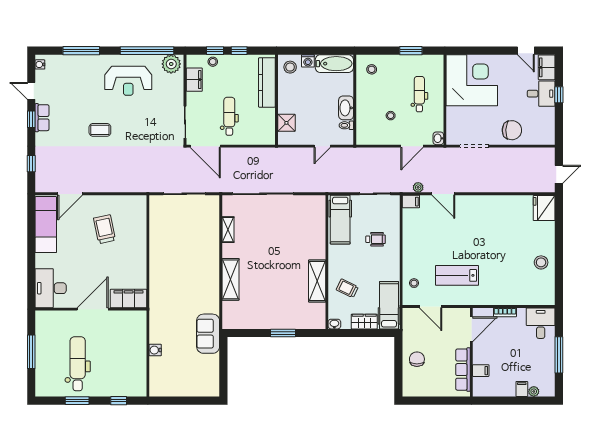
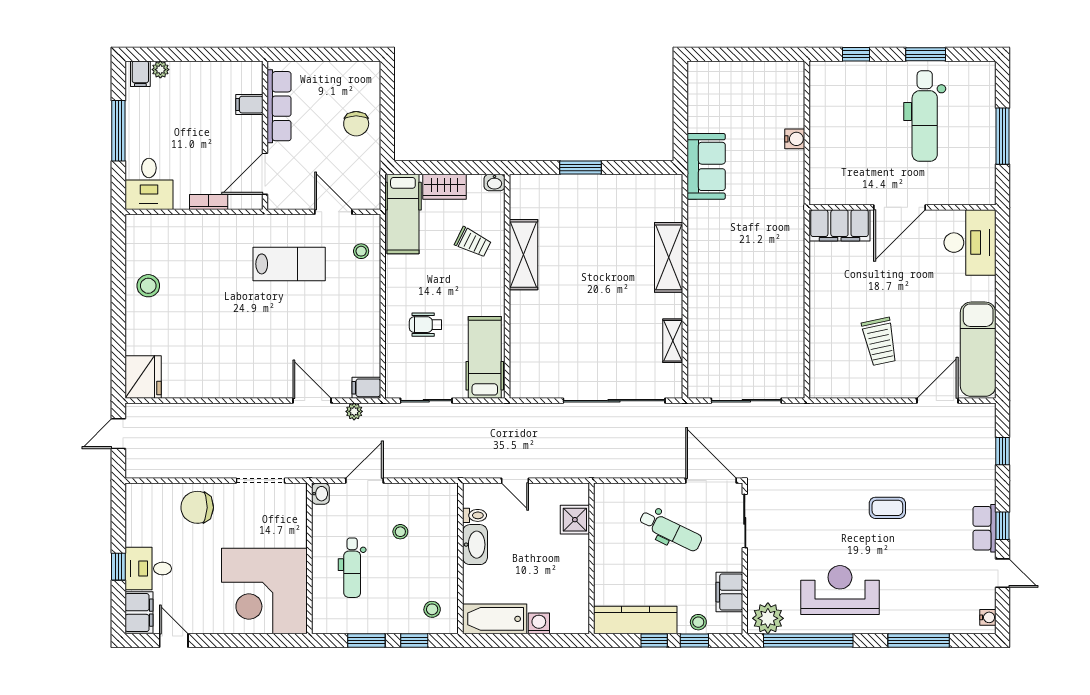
window: (382, 51) -> (414, 641), added
stool: (290, 67) -> (569, 613), removed
kitchen counter: (267, 82) -> (635, 620), moved, turned -90
dental chair: (229, 116) -> (671, 531), turned -64
door: (322, 146) -> (515, 481), swing flipped
filing cabinet: (522, 389) -> (140, 74), moved

